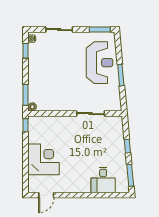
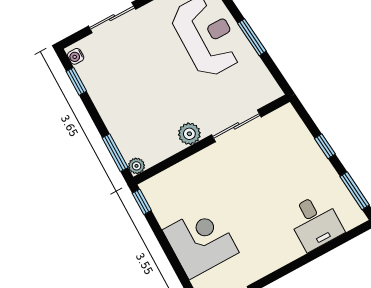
plant: (66, 105) -> (189, 134), added

